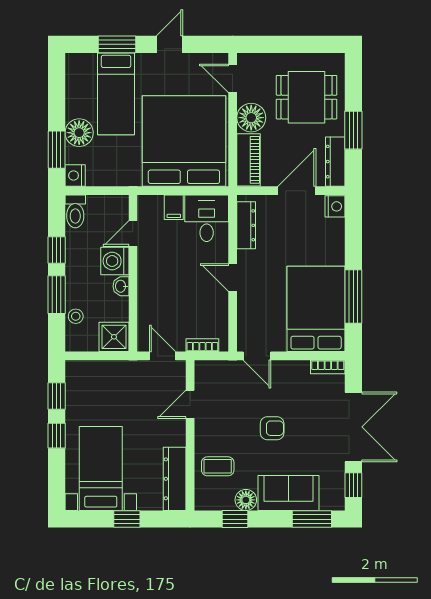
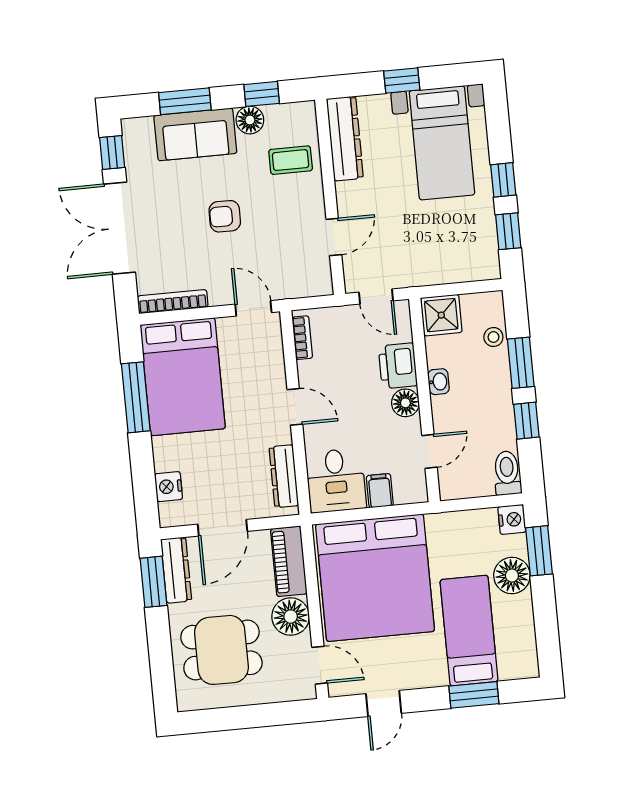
door: (170, 44) -> (384, 704), moved
window: (353, 130) -> (154, 582), moved
nightstand: (335, 206) -> (168, 487), moved
washing machine: (115, 261) -> (450, 414), removed
floor lamp: (148, 272) -> (405, 403), added
printer: (151, 301) -> (398, 366), added
bookcase: (202, 345) -> (302, 338), moved, turned -90
bookcase: (328, 367) -> (173, 302), width x1.56
window: (312, 519) -> (185, 101), moved

